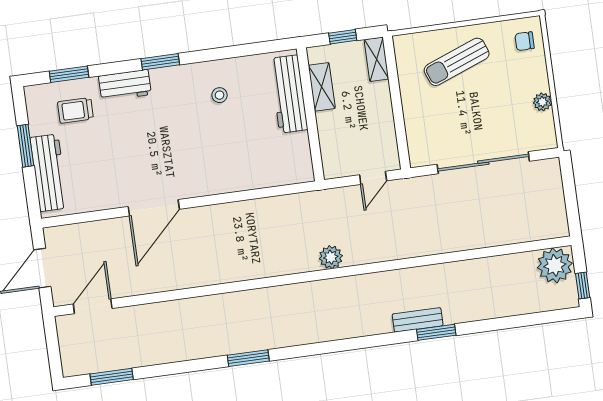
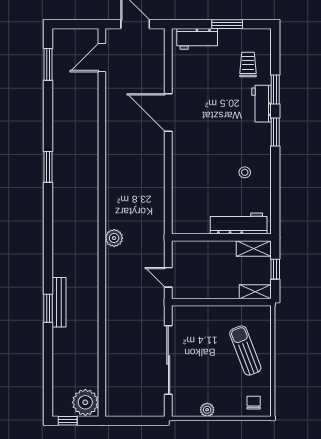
window: (69, 74) -> (275, 90), moved
shelving: (322, 87) -> (254, 249), moved
workbench: (49, 173) -> (197, 39), width x0.73
door: (93, 306) -> (102, 57), swing flipped
bench: (418, 320) -> (59, 302), width x1.36

